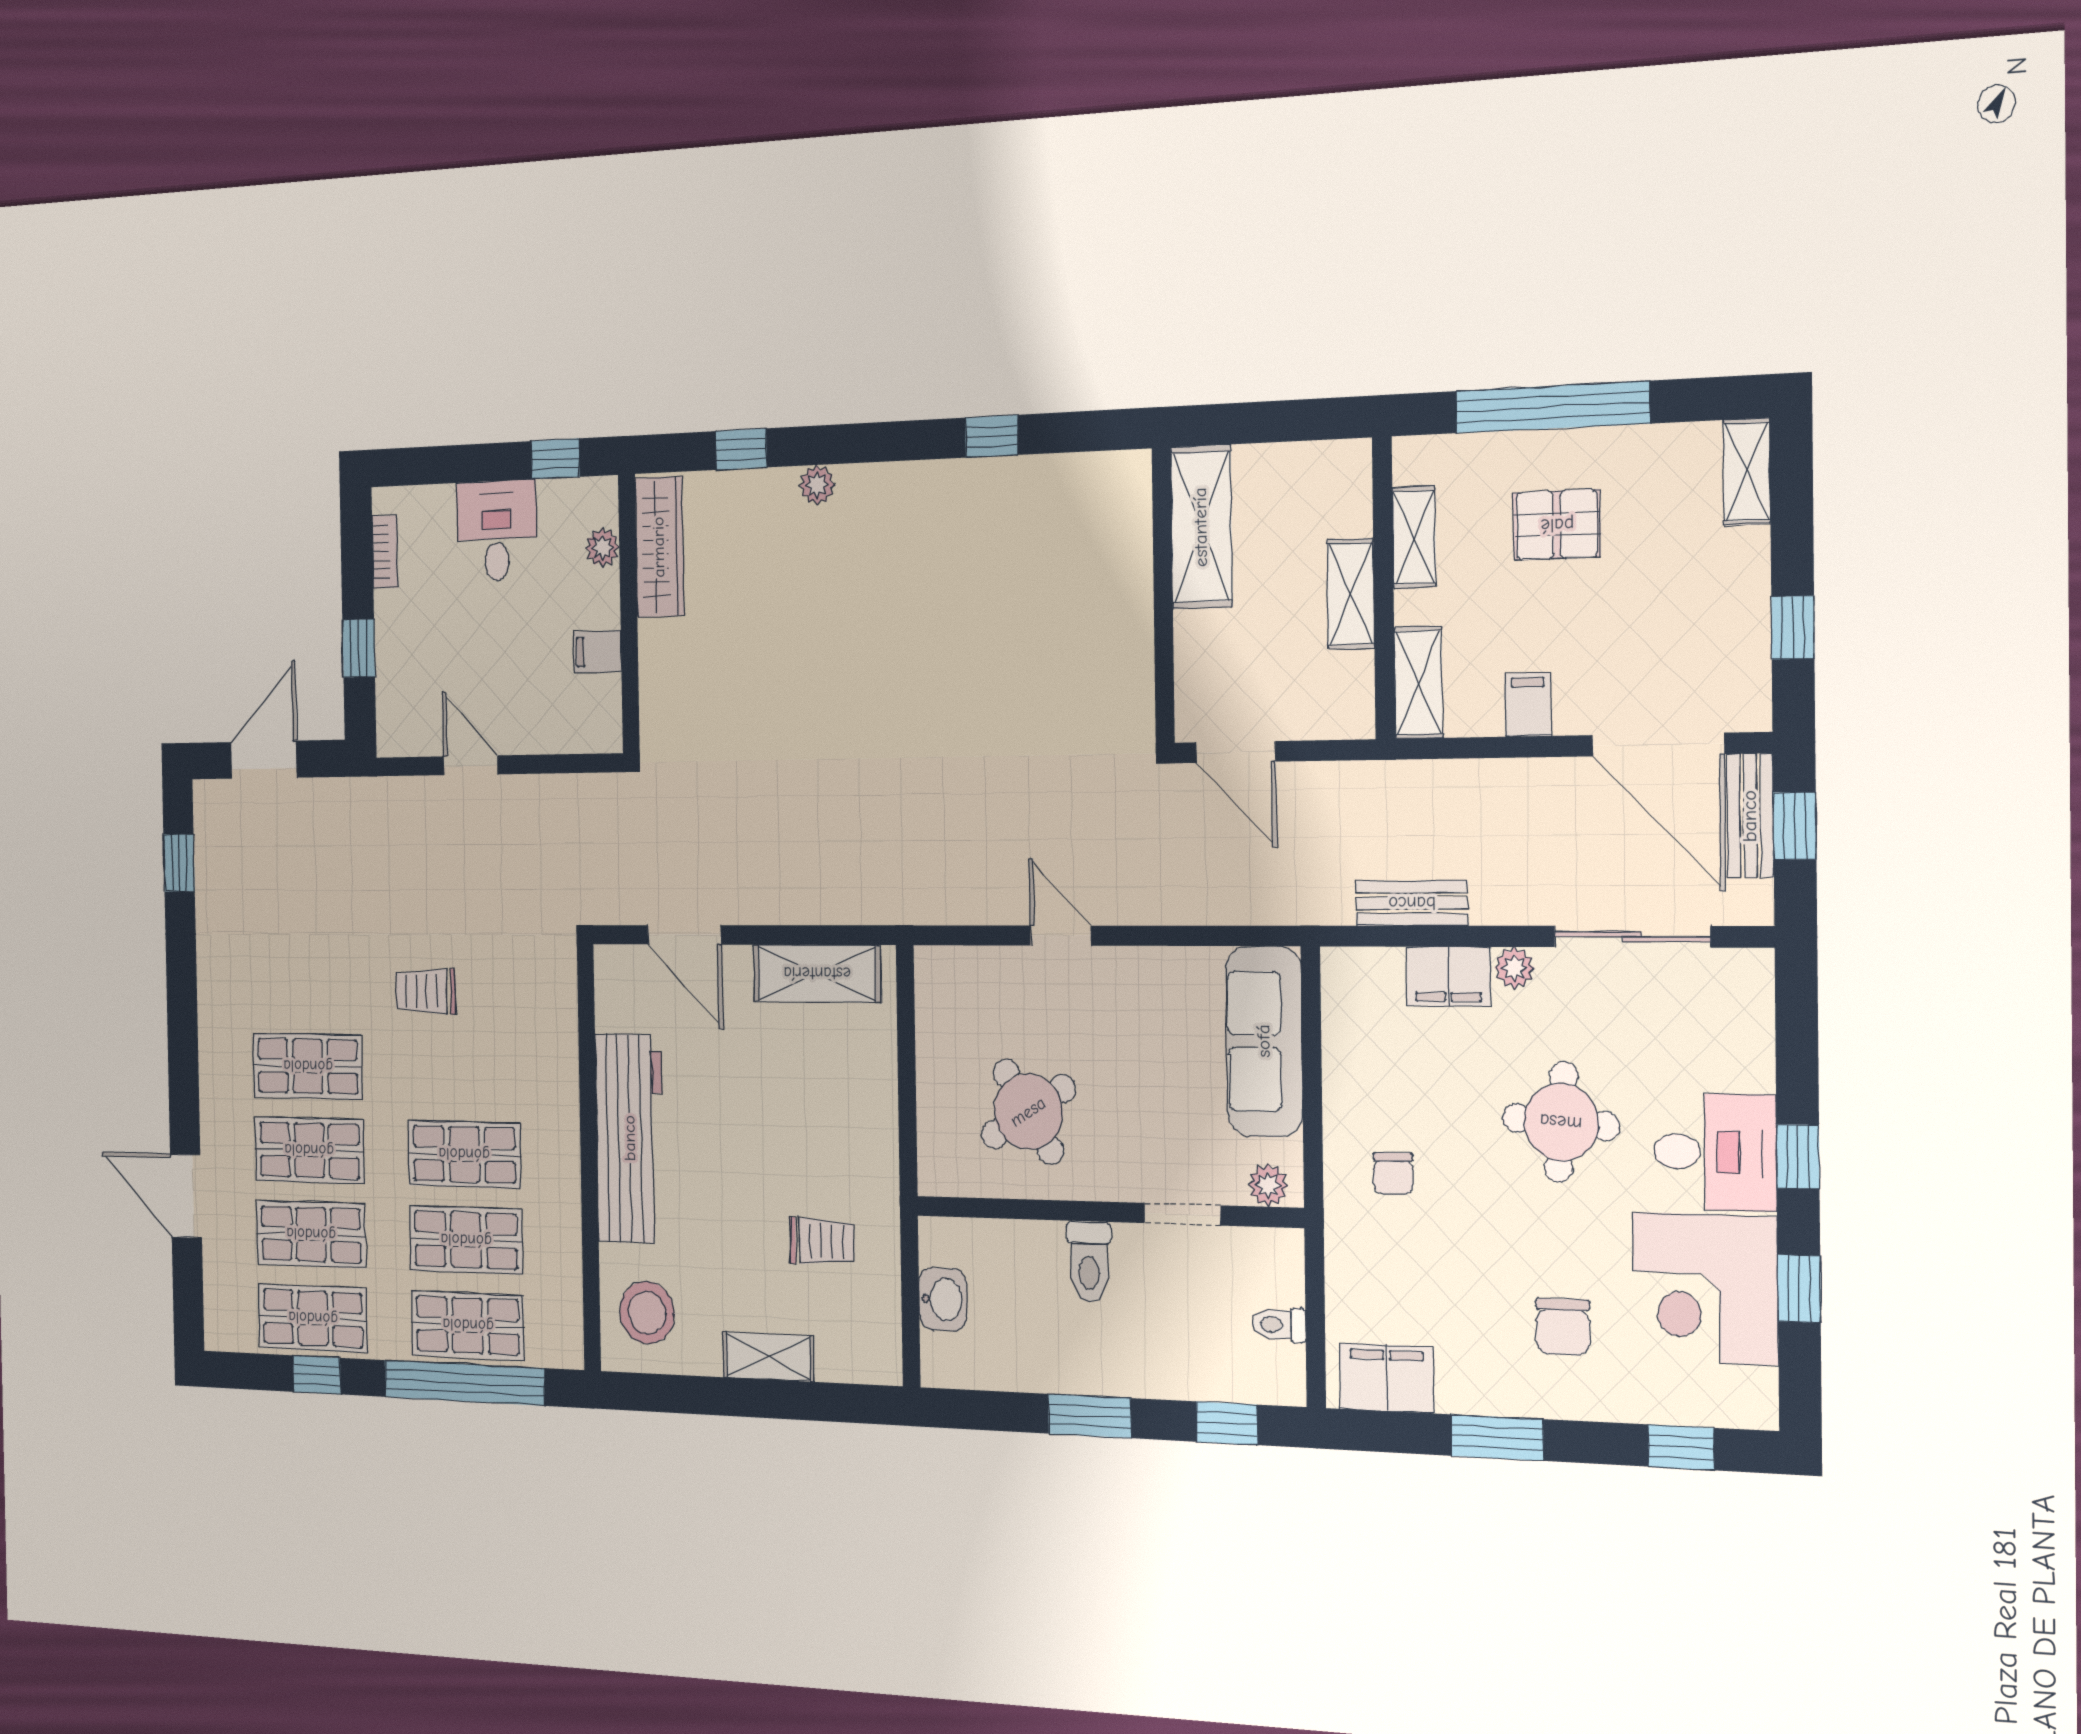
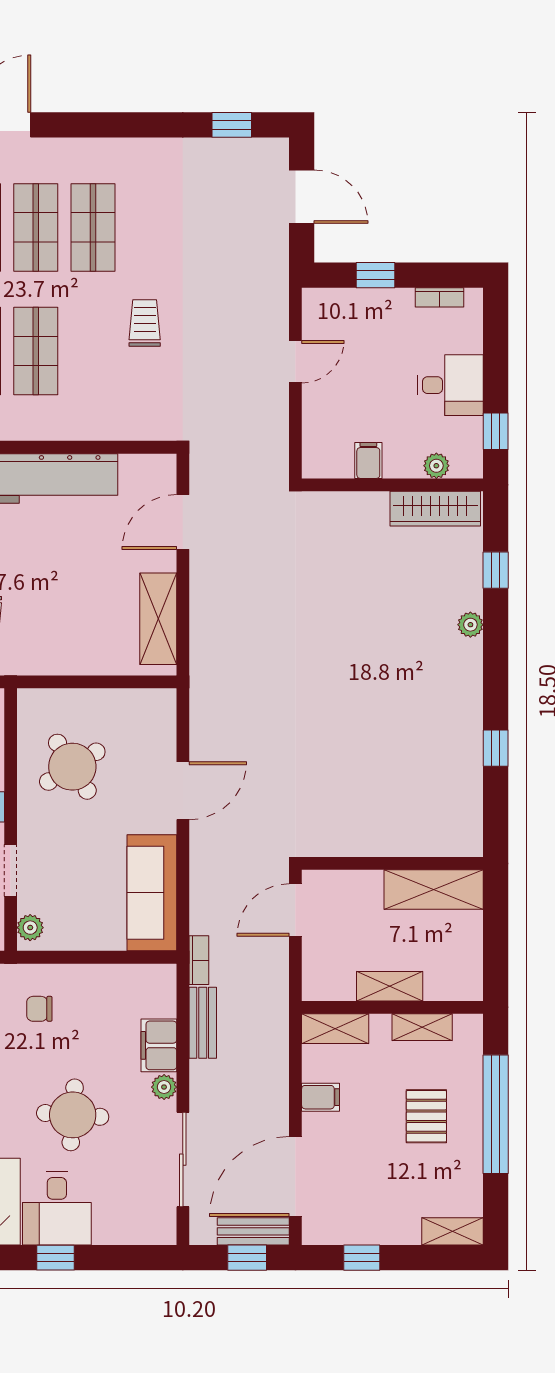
bookcase: (1314, 910) -> (199, 960), added
door: (1061, 936) -> (183, 791), width x1.37
sofa: (1264, 1041) -> (152, 893), moved, turned -90

